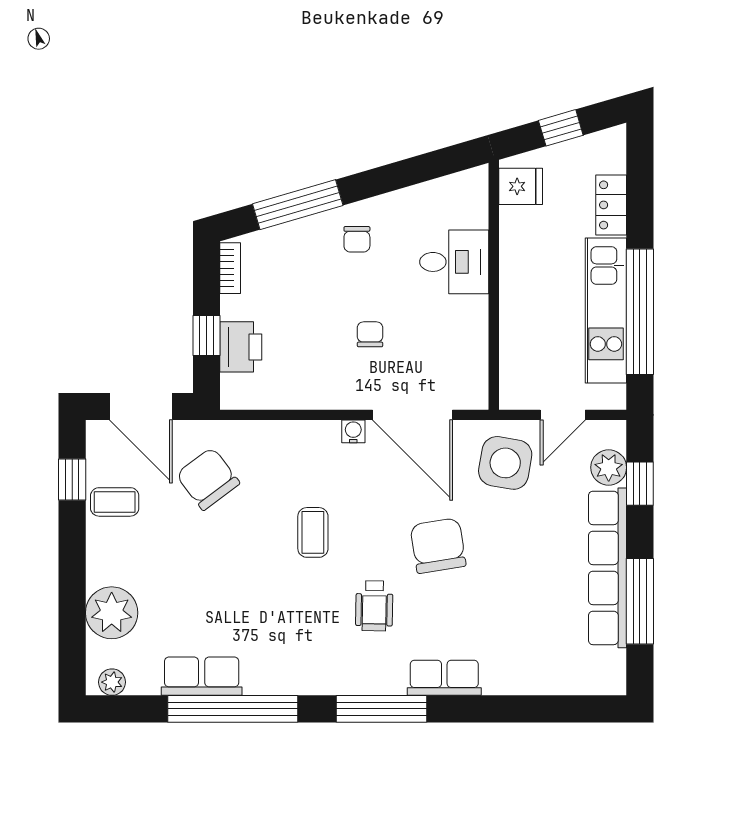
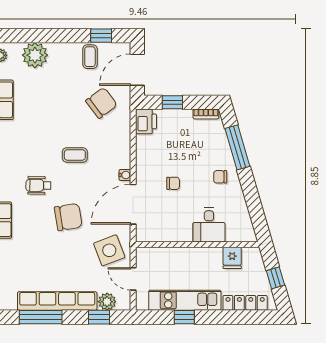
fridge: (521, 186) -> (232, 258), moved
locker: (611, 205) -> (245, 303), width x1.53
window: (640, 312) -> (184, 317), width x0.32
printer: (241, 347) -> (146, 121), moved, turned -90
side table: (505, 463) -> (109, 250), turned -31

